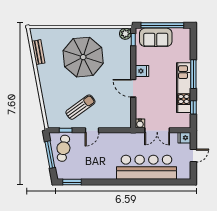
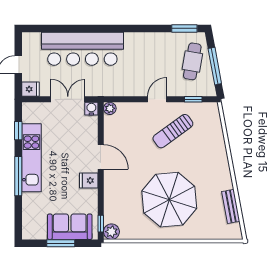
window: (162, 25) -> (61, 243), width x0.47
plant: (126, 124) -> (110, 108), added
cafe table: (63, 148) -> (192, 61), moved

